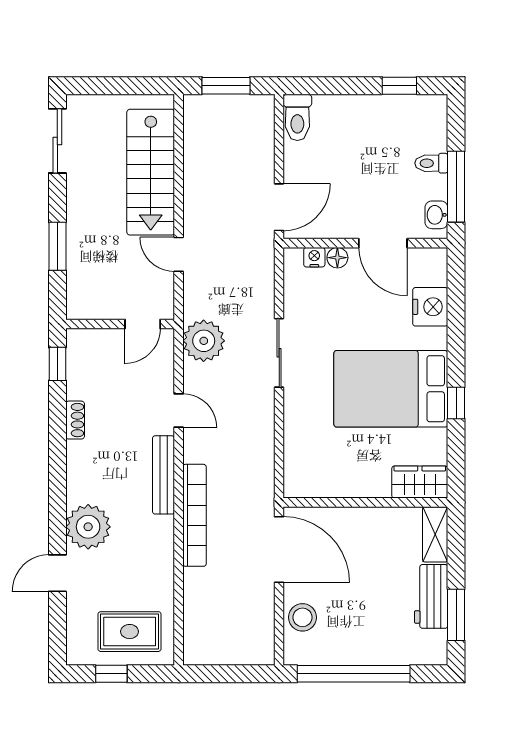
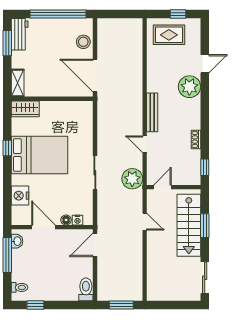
toilet: (431, 163) -> (20, 287), moved
stairs: (151, 172) -> (189, 225), moved, turned 180
bookcase: (194, 515) -> (137, 92), removed
workbench: (431, 596) -> (20, 34), moved

